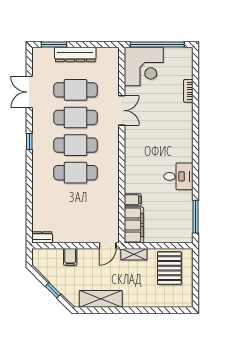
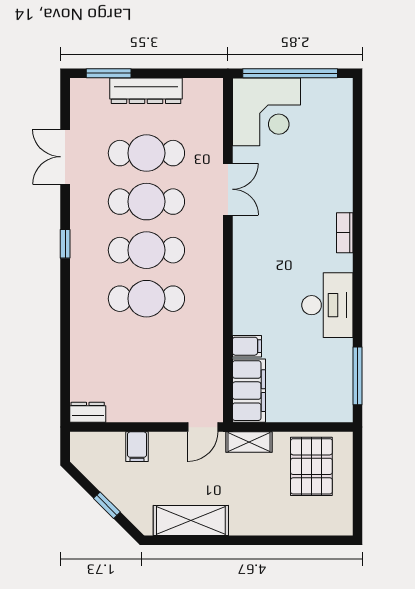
bookcase: (188, 91) -> (345, 233), moved
desk: (178, 176) -> (327, 305), width x1.37

